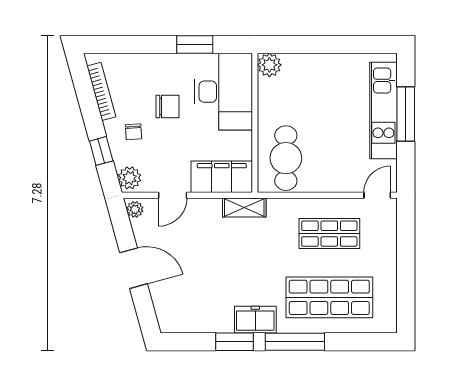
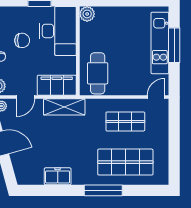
shelving: (244, 208) -> (64, 107), width x1.50, depth x1.33
freezer: (255, 320) -> (58, 176), moved
window: (235, 342) -> (65, 190), removed

